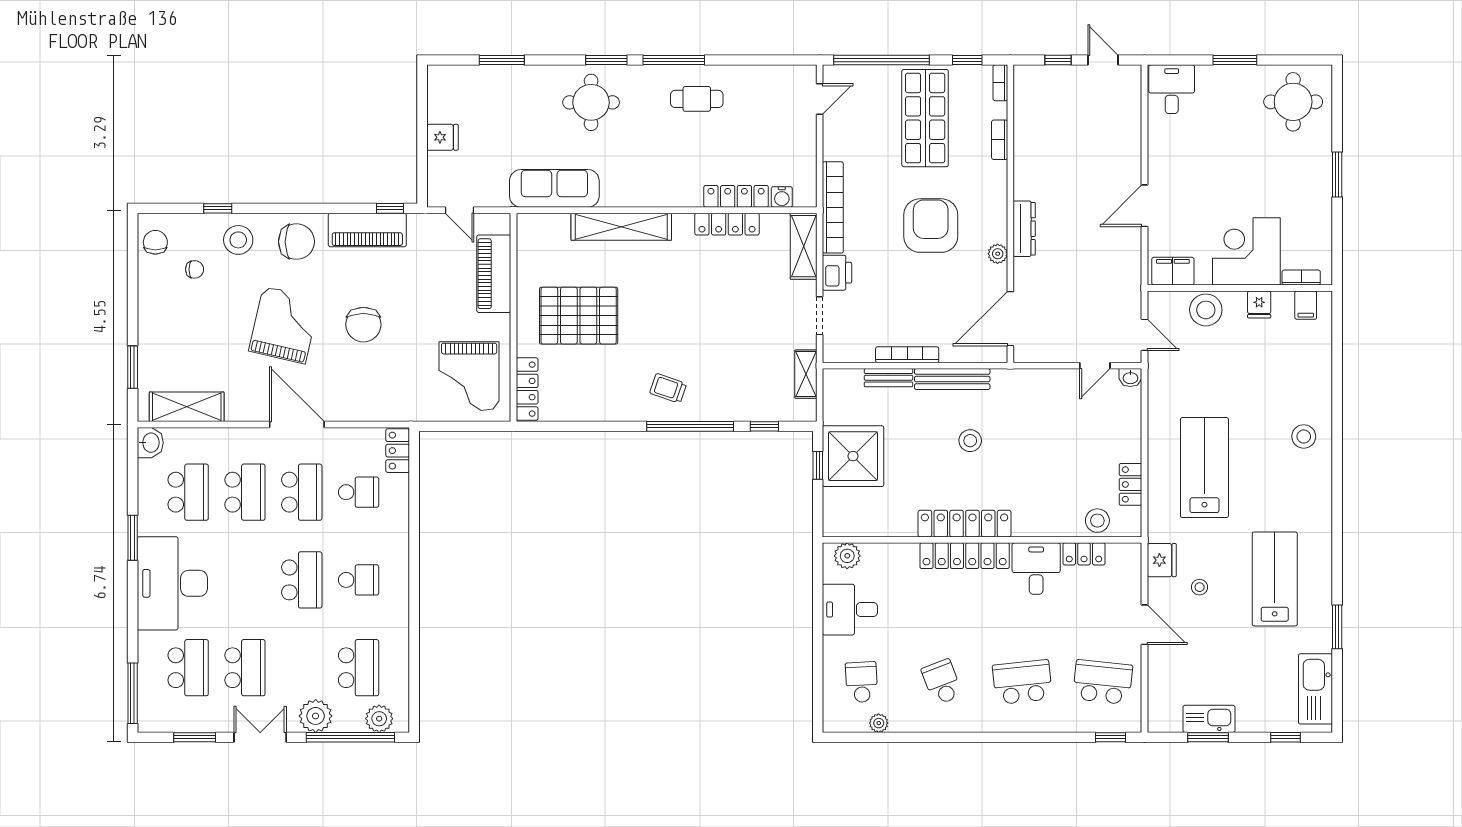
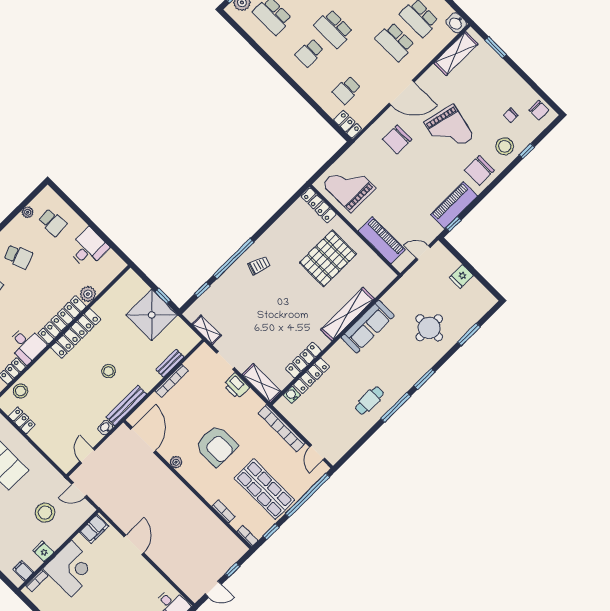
round table: (591, 102) -> (429, 328), moved
sofa: (554, 188) -> (368, 327), moved
bookcase: (833, 207) -> (282, 428), moved
dresser: (1024, 229) -> (175, 484), removed
stool: (1206, 310) -> (45, 513), moved
chair: (363, 325) -> (397, 139), moved, turned -90
washbasin: (1130, 378) -> (105, 428), moved
bench: (952, 379) -> (126, 406), moved
school desk: (302, 492) -> (371, 66), removed
plant: (847, 556) -> (88, 294), moved

